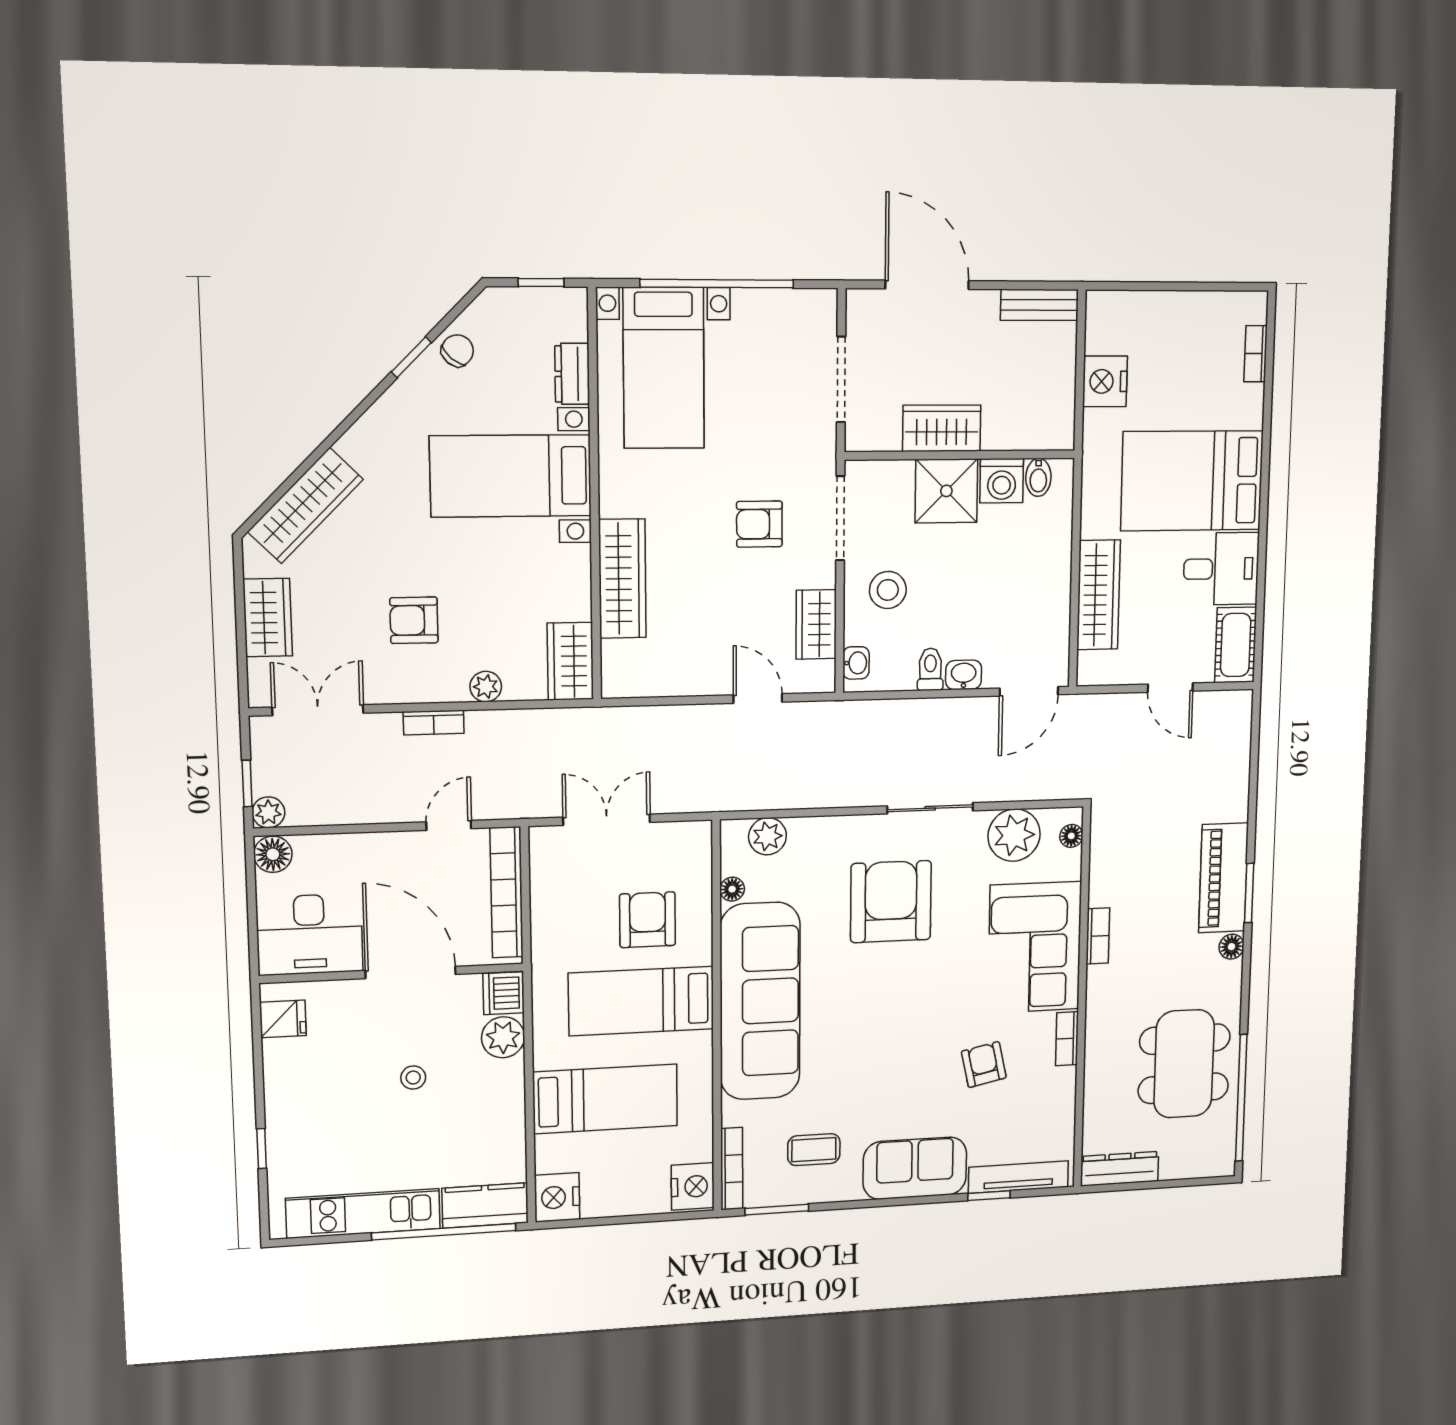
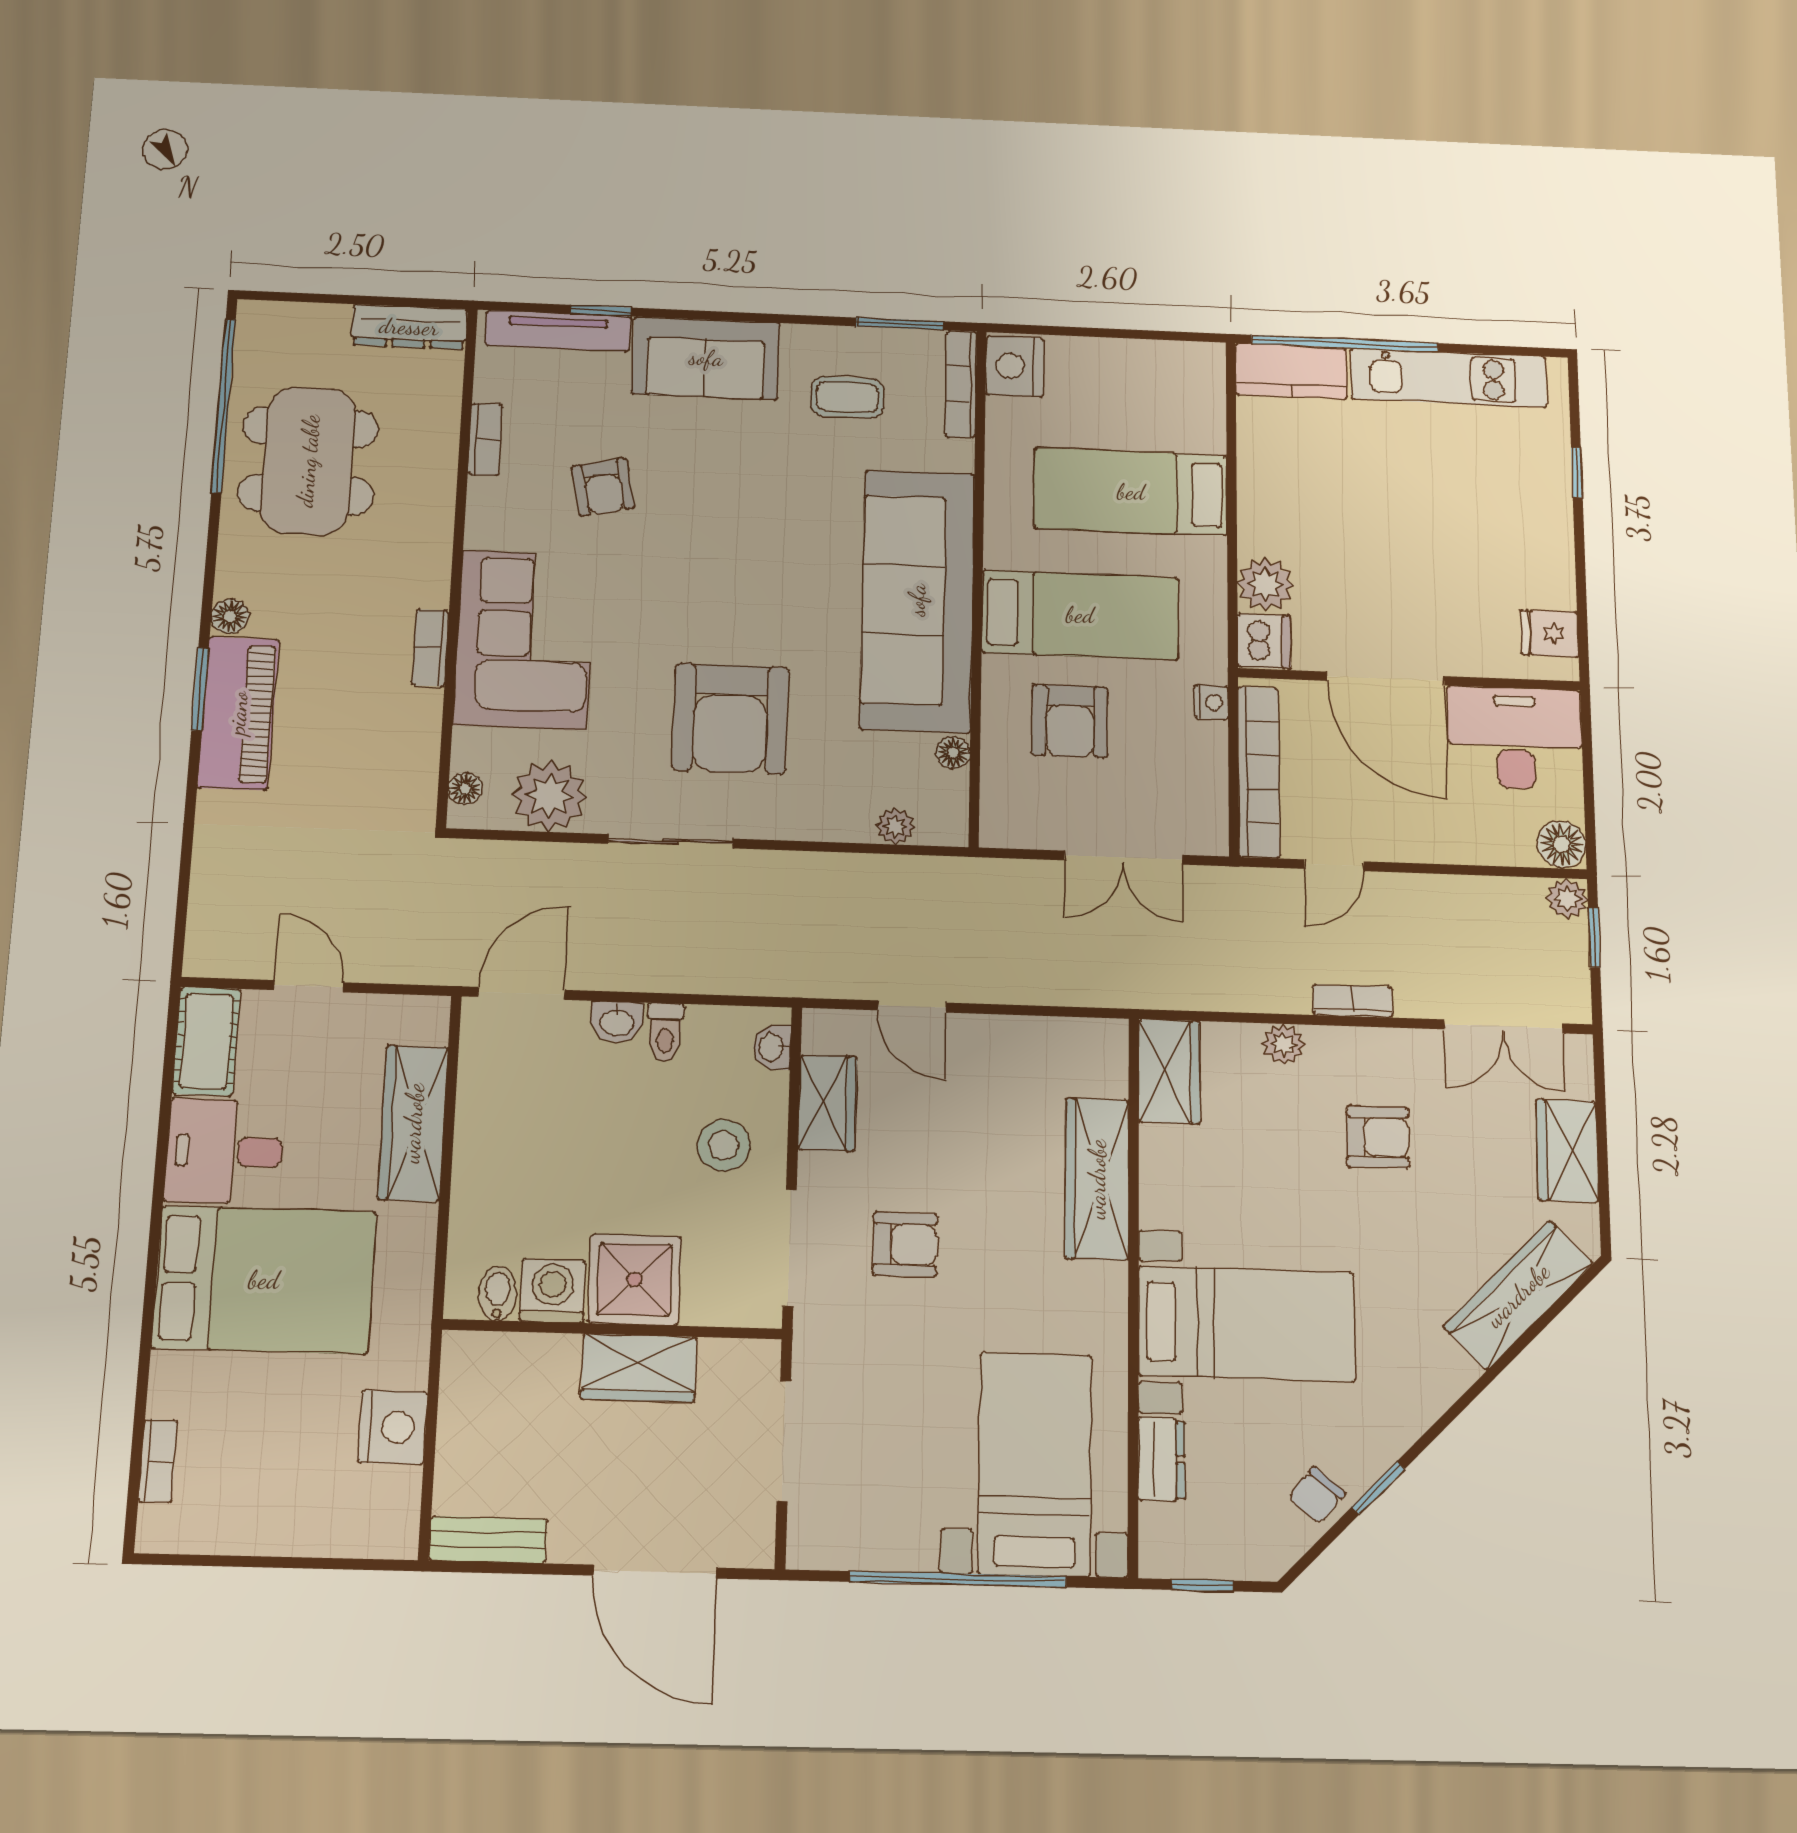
plant: (767, 836) -> (895, 826), width x0.73, depth x0.73
bookcase: (1067, 1039) -> (485, 440), moved
stool: (413, 1078) -> (1383, 544), removed
nightstand: (557, 1197) -> (1211, 702), moved, width x0.53, depth x0.56

